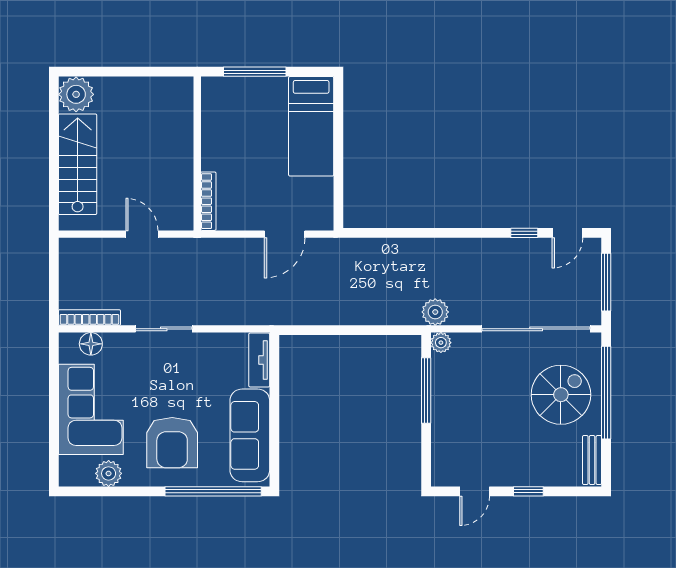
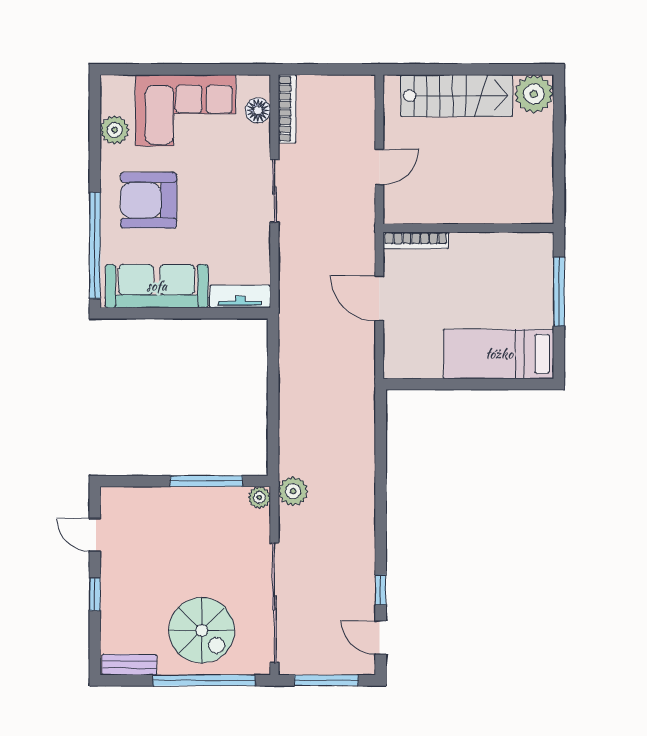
door: (285, 234) -> (379, 298), moved

